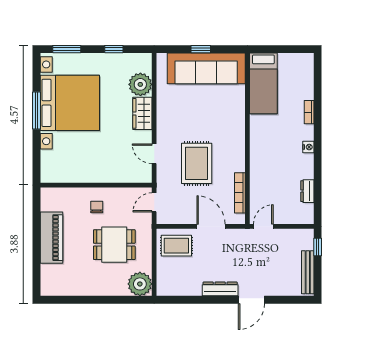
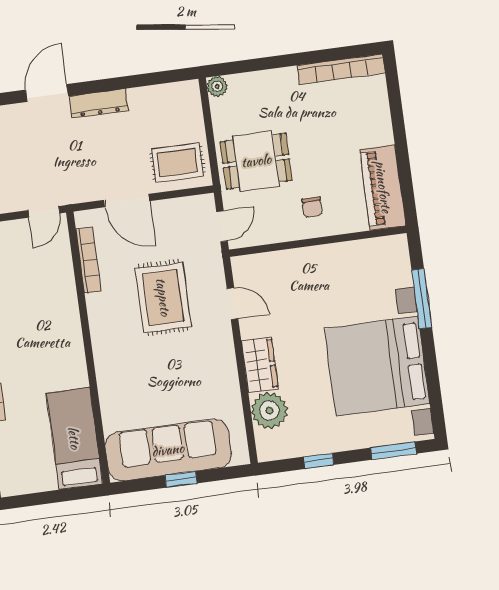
window: (36, 110) -> (422, 299), moved
piano: (51, 238) -> (383, 187), moved
dining table: (114, 245) -> (256, 161), moved
plant: (140, 284) -> (217, 86), width x0.53, depth x0.53
bookcase: (67, 290) -> (341, 69), added

